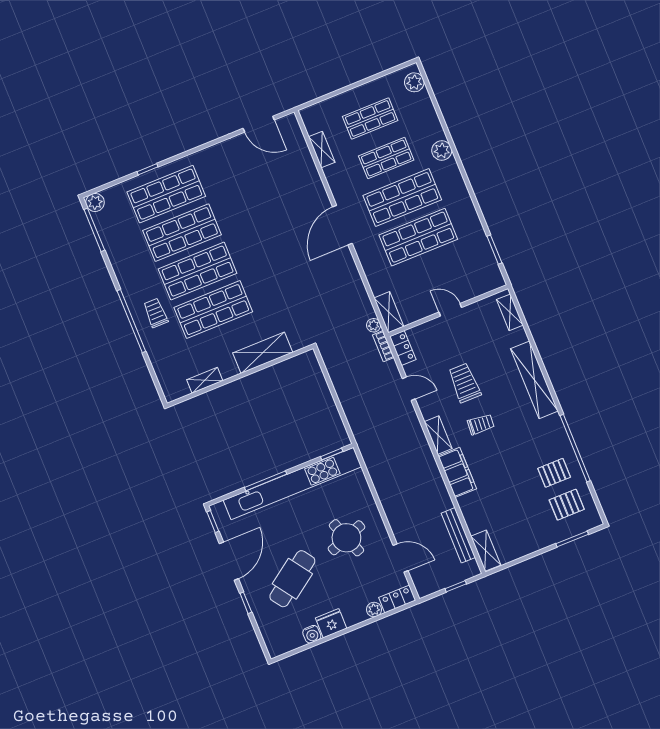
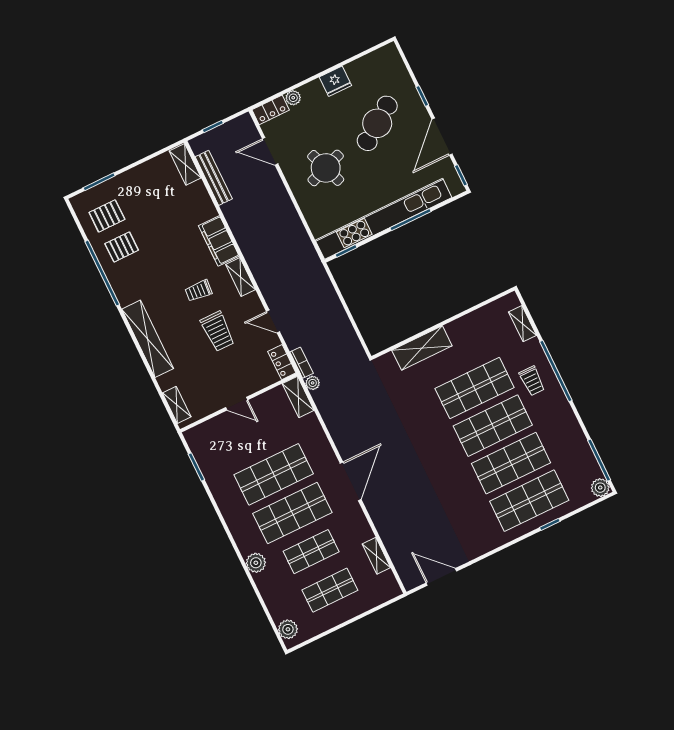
shelving: (205, 380) -> (523, 324), moved, turned 90
water cooler: (312, 634) -> (354, 69), removed

